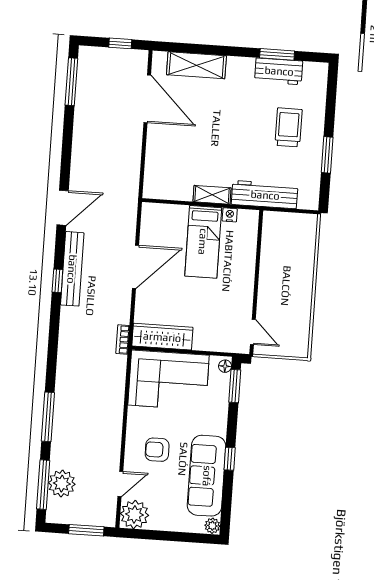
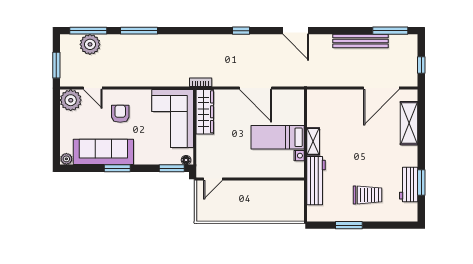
bench: (72, 269) -> (360, 41), moved
window: (230, 459) -> (117, 168), width x1.50

